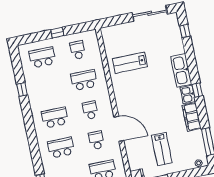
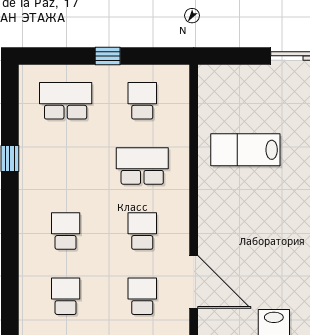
school desk: (55, 118) -> (66, 231), width x0.54
school desk: (61, 148) -> (66, 296), width x0.54

